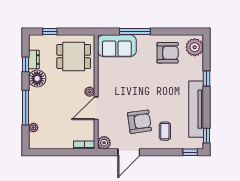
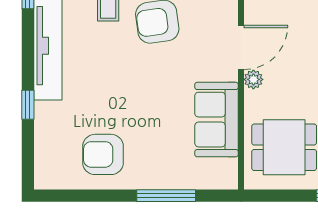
sofa: (117, 46) -> (217, 120), moved, turned -90
plant: (195, 47) -> (51, 165), removed

